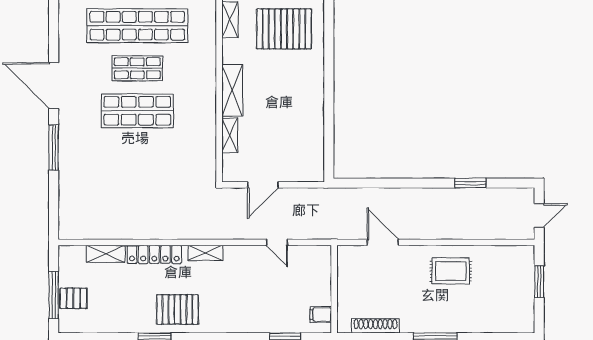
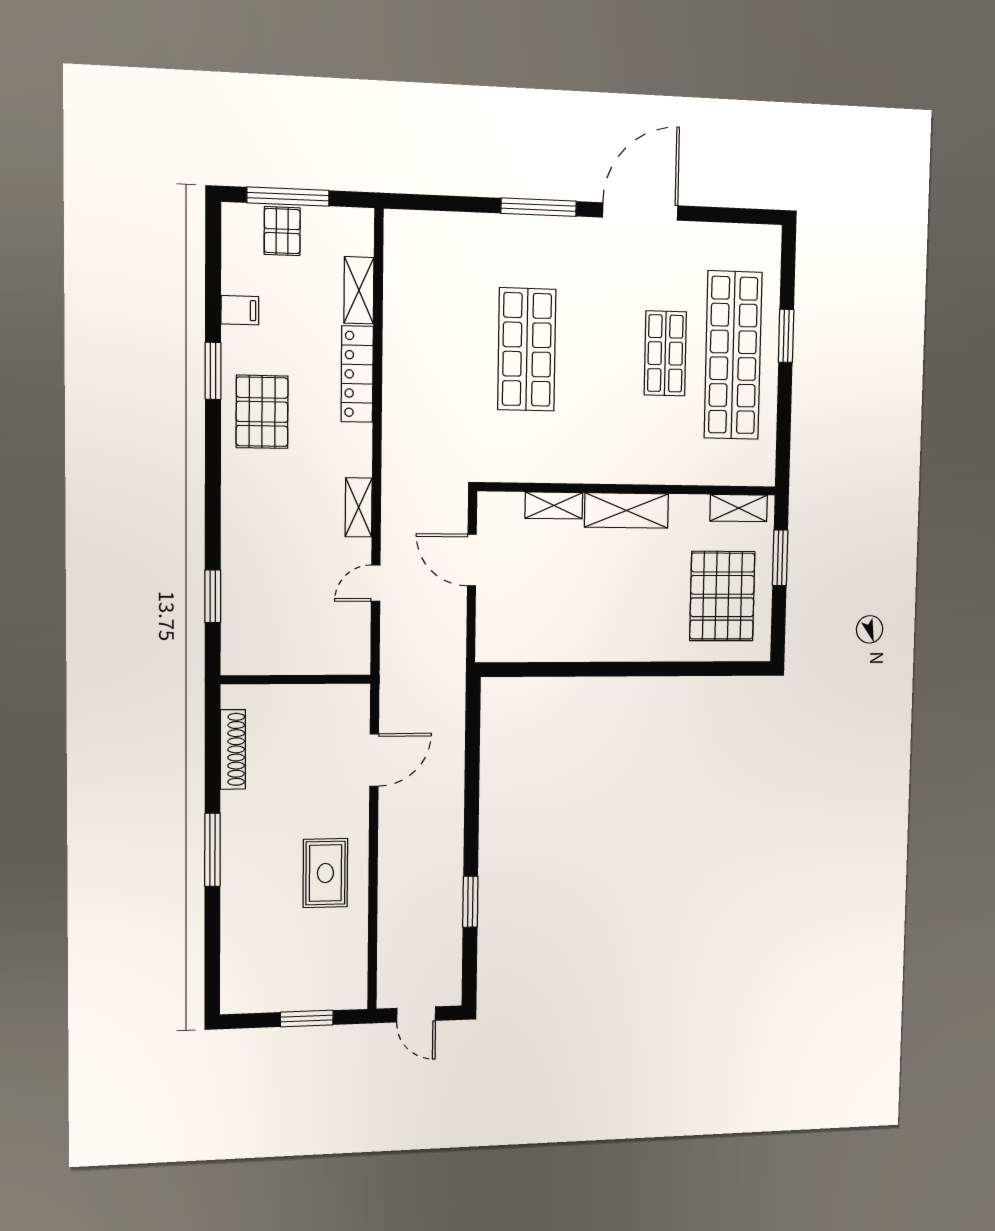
shop shelf: (137, 111) -> (527, 349), moved
shelving: (205, 253) -> (359, 507), moved
filing cabinet: (321, 314) -> (240, 310), moved, turned 90

